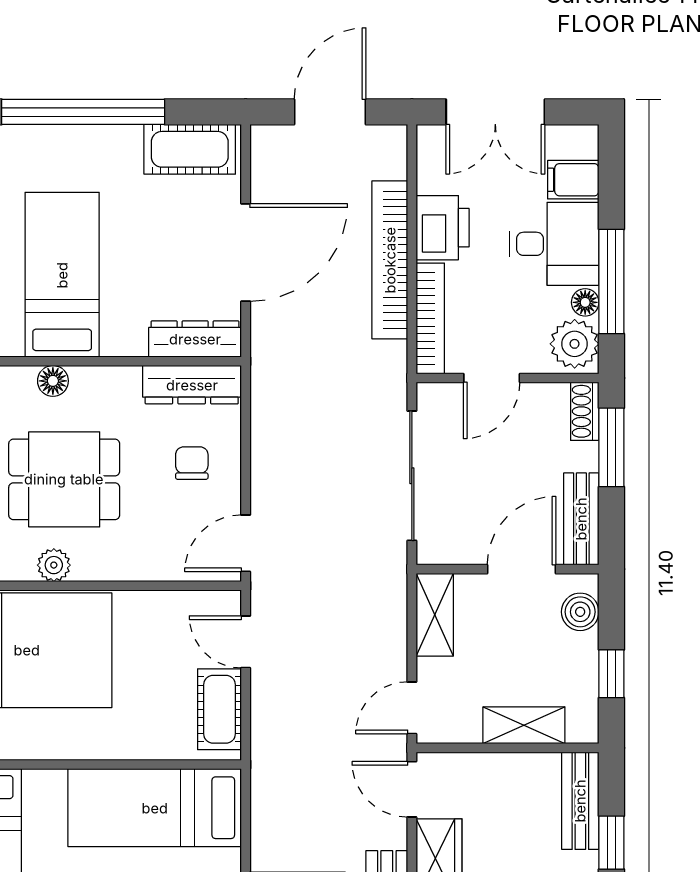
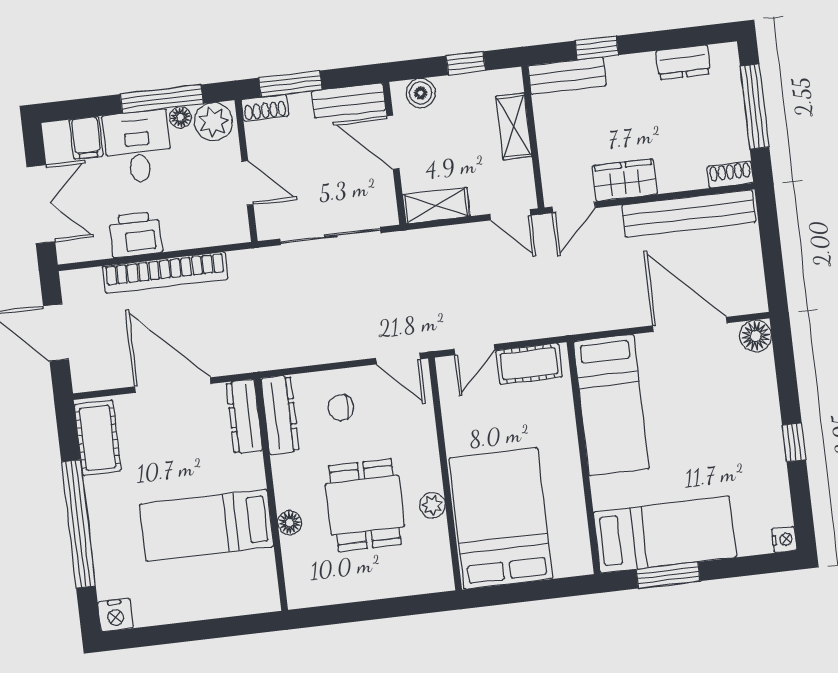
bookcase: (430, 318) -> (207, 236), removed

